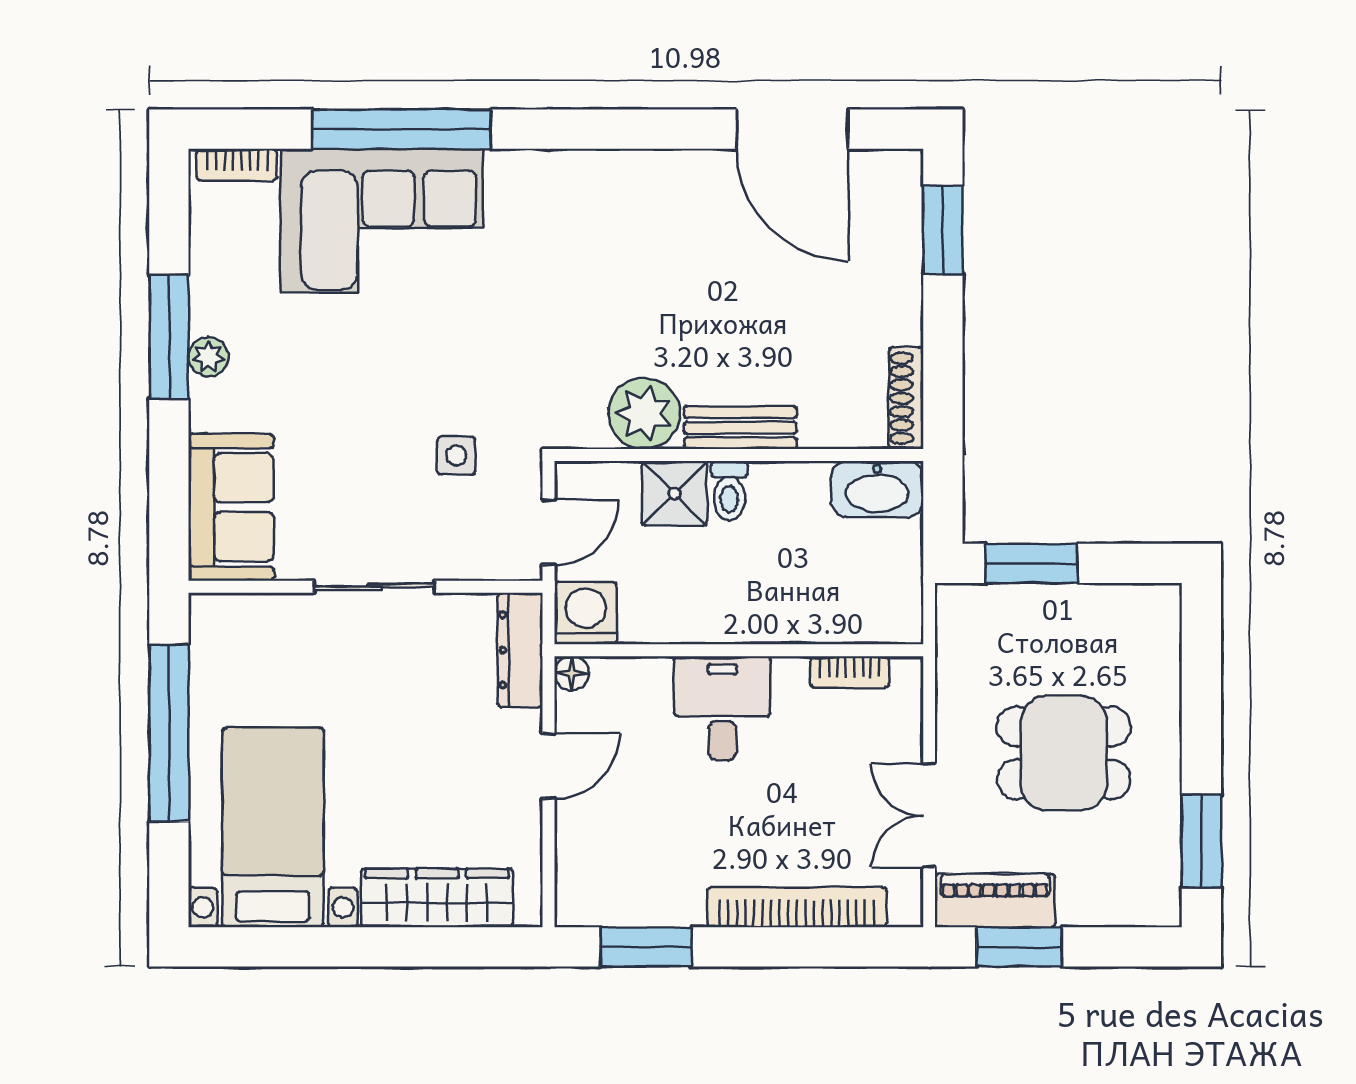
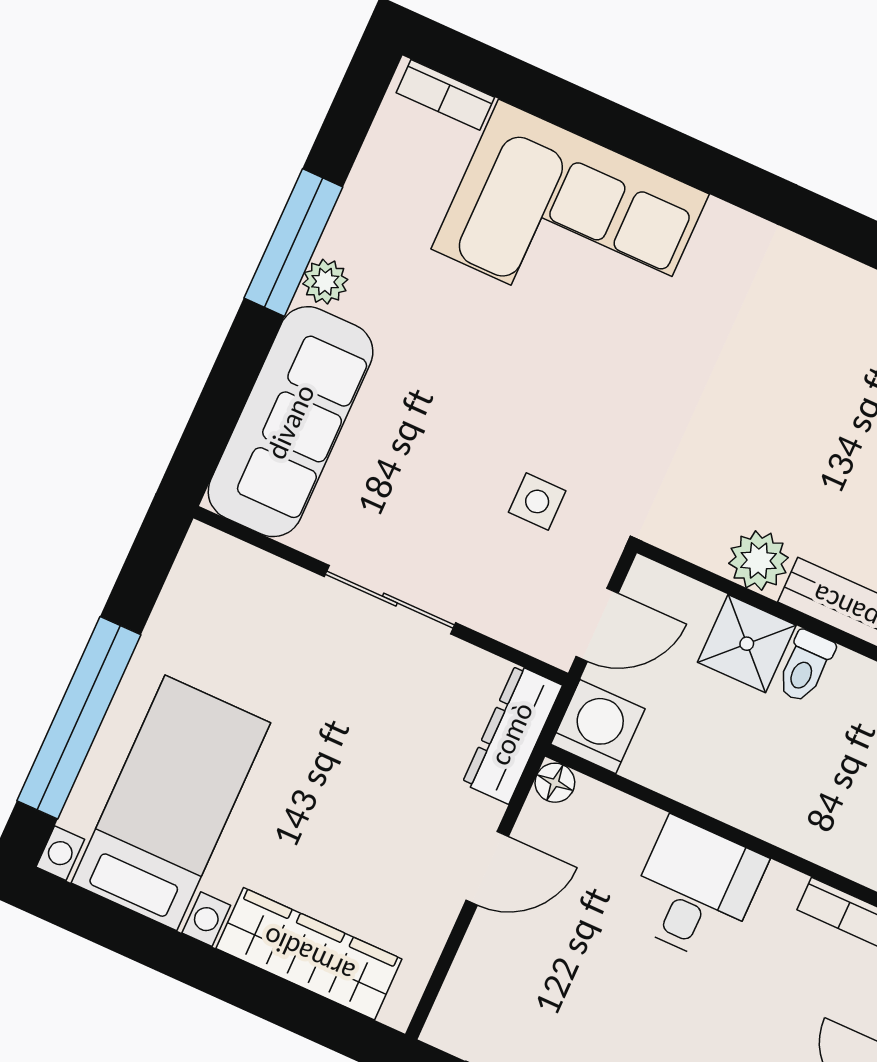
window: (401, 129) -> (634, 135), removed
plant: (644, 413) -> (759, 561), width x0.73, depth x0.73
sofa: (231, 507) -> (291, 422), width x1.36
window: (169, 733) -> (79, 718), moved

